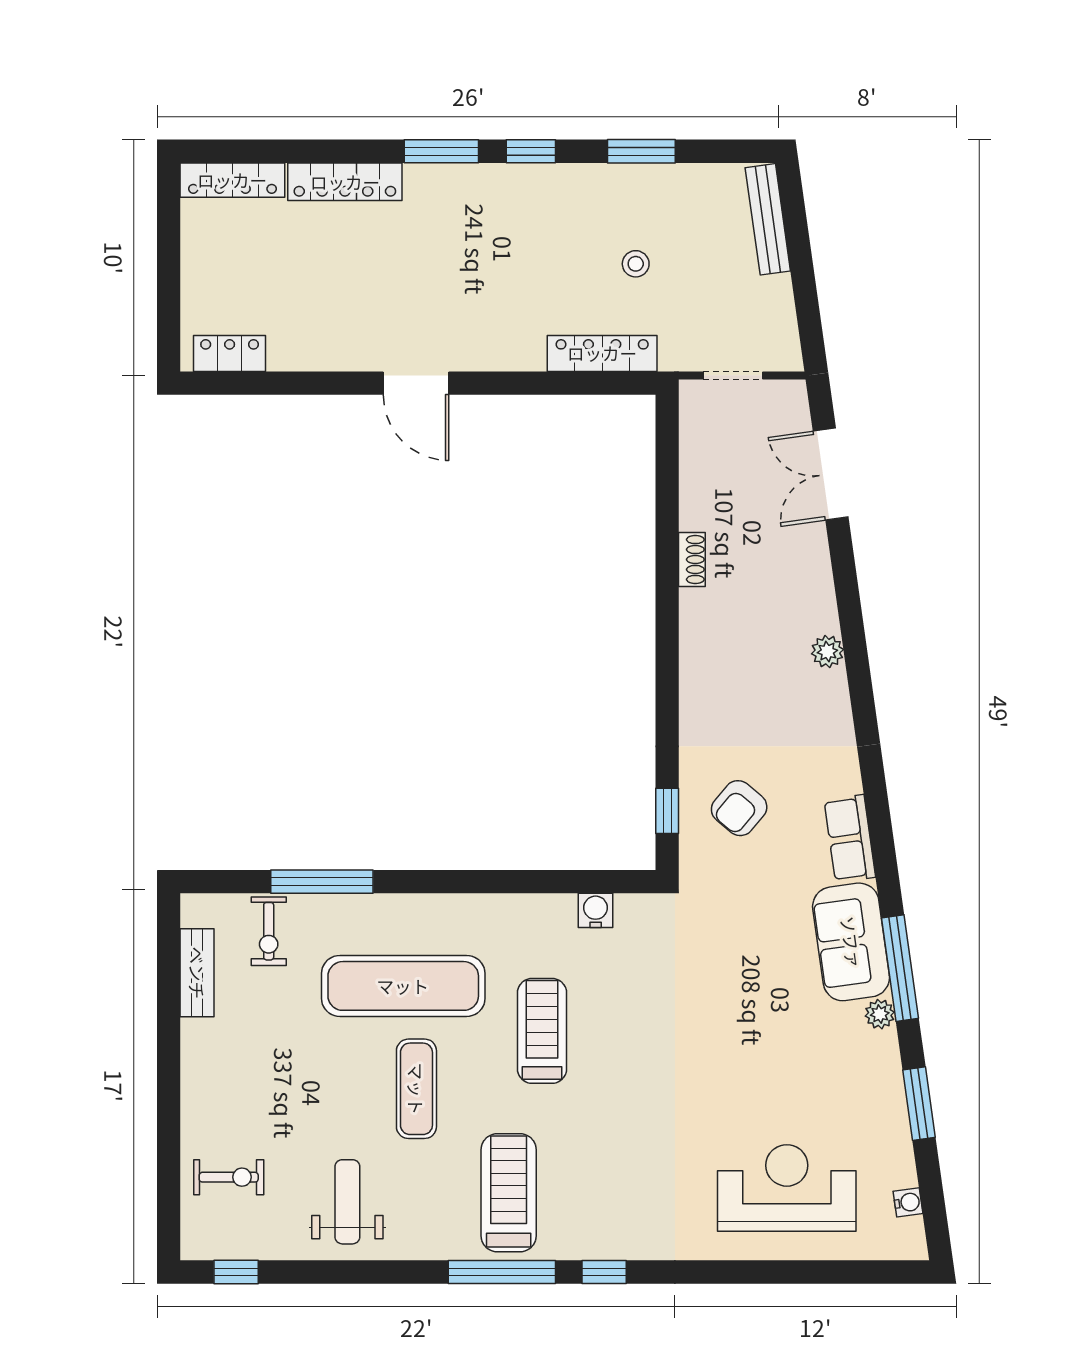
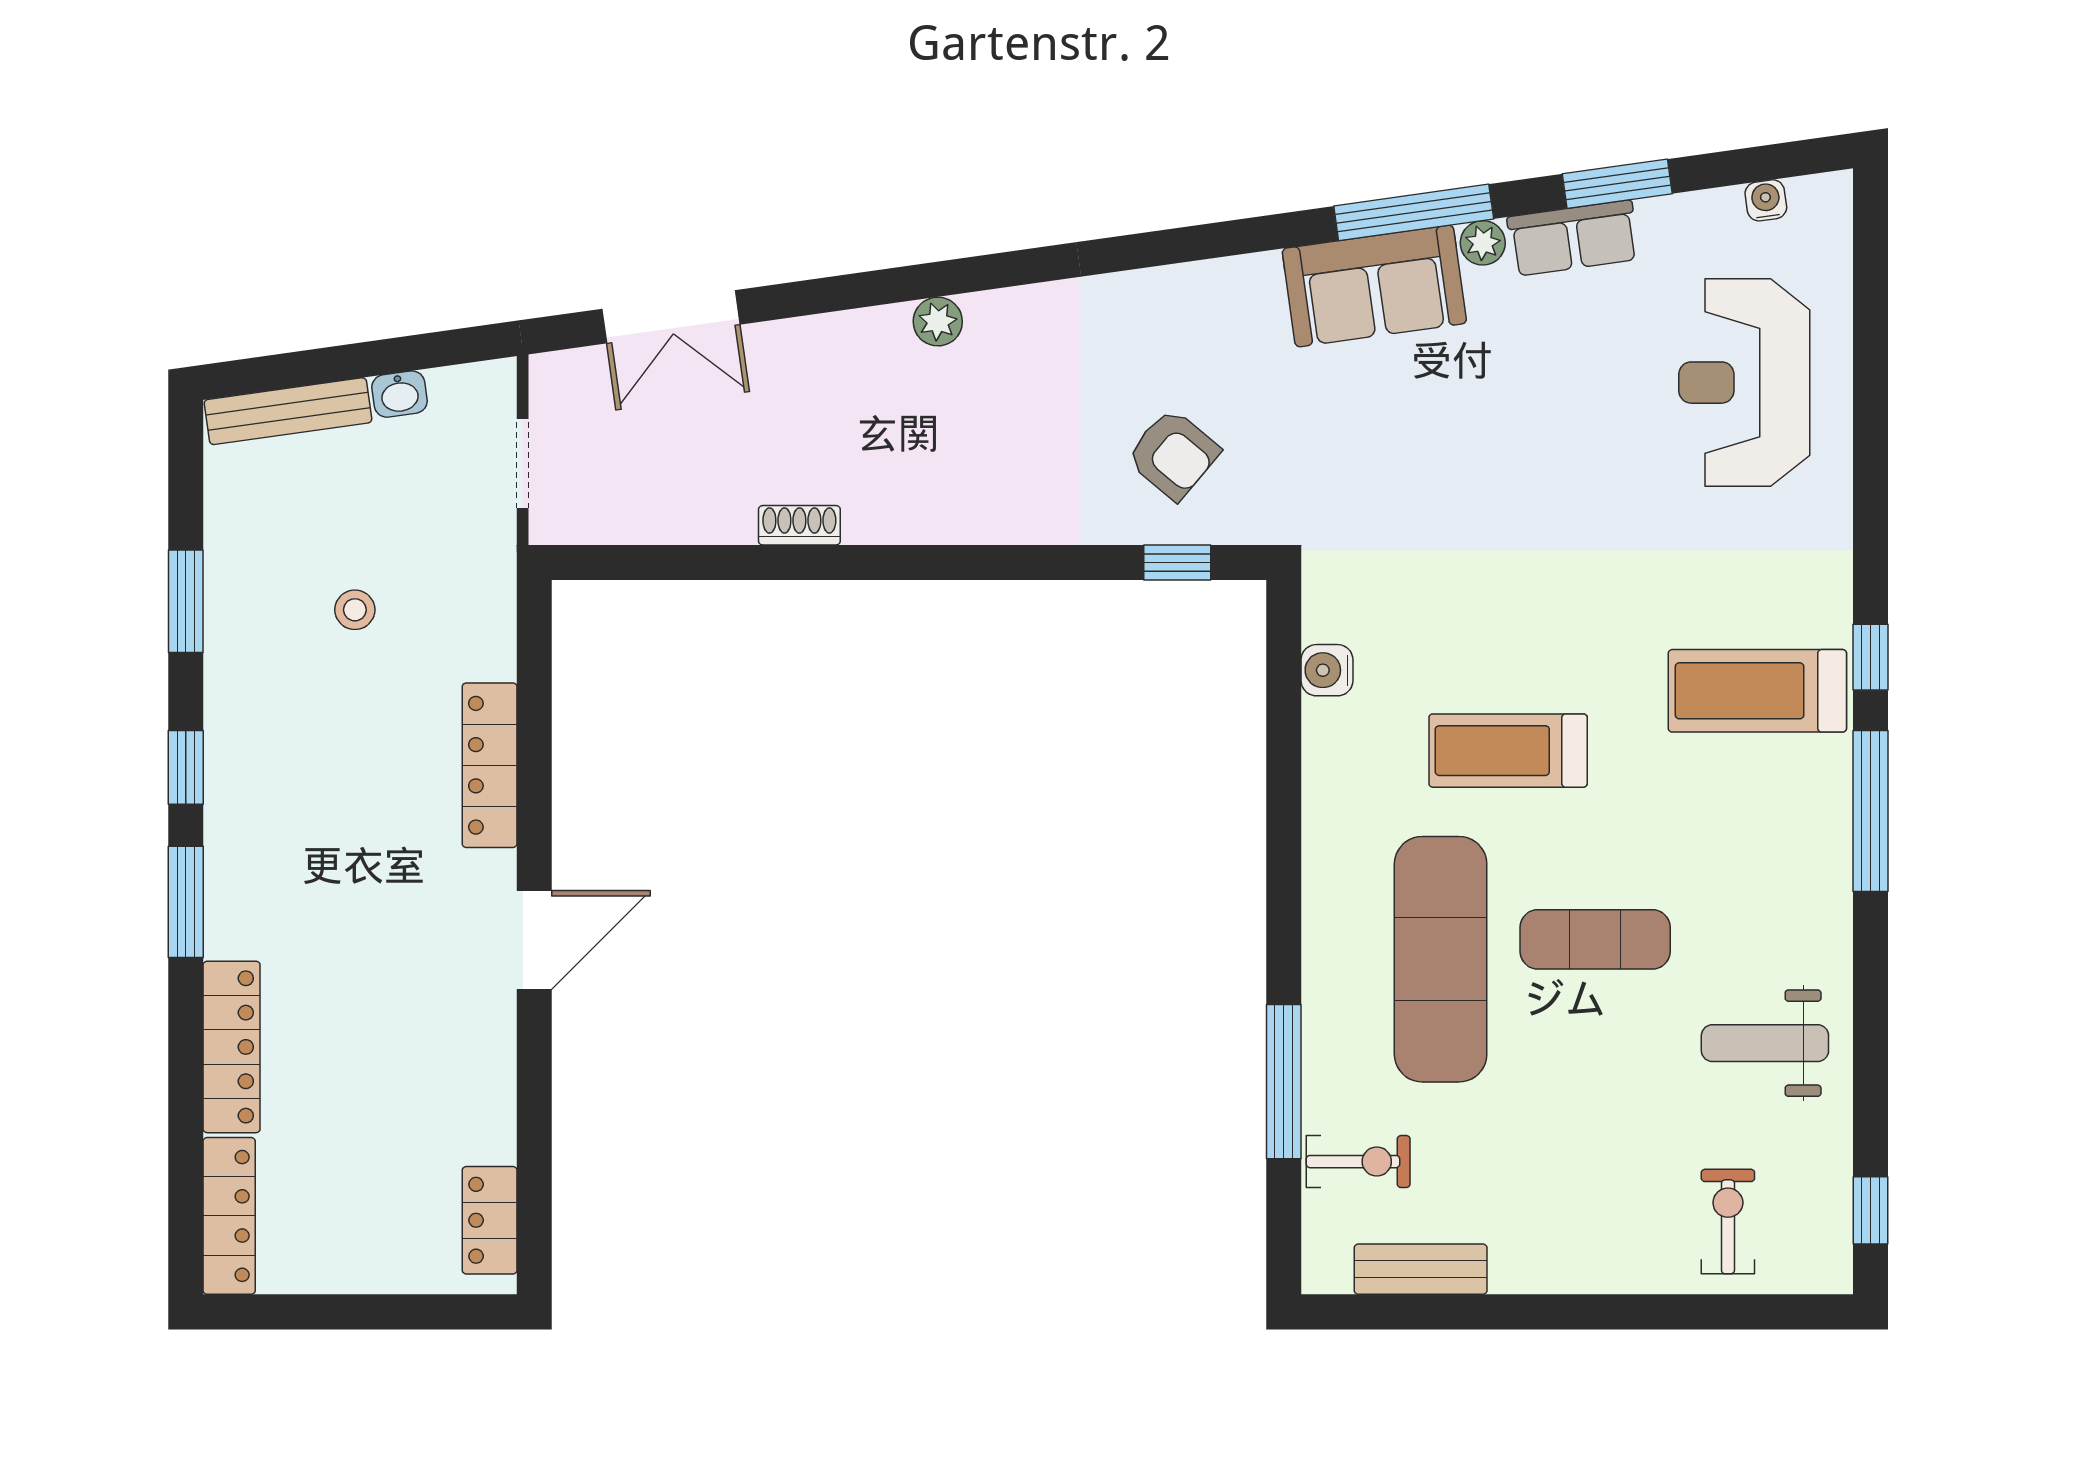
washbasin: (779, 294) -> (400, 394), added
locker: (602, 353) -> (490, 765), moved
row of seats: (850, 838) -> (1573, 238), moved
treadmill: (509, 1193) -> (1757, 691), moved

